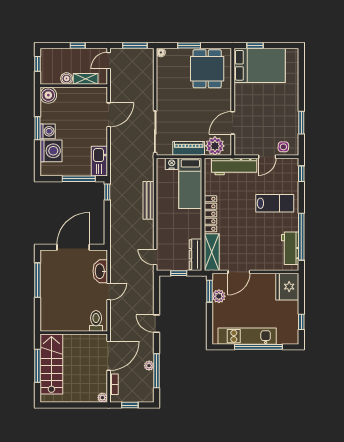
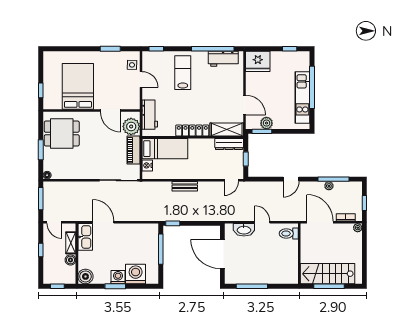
bed: (260, 65) -> (78, 86), moved
kitchen sink: (99, 161) -> (85, 237), moved, turned -90
workbench: (234, 167) -> (150, 115), width x0.73
bench: (149, 200) -> (185, 186), width x0.73

